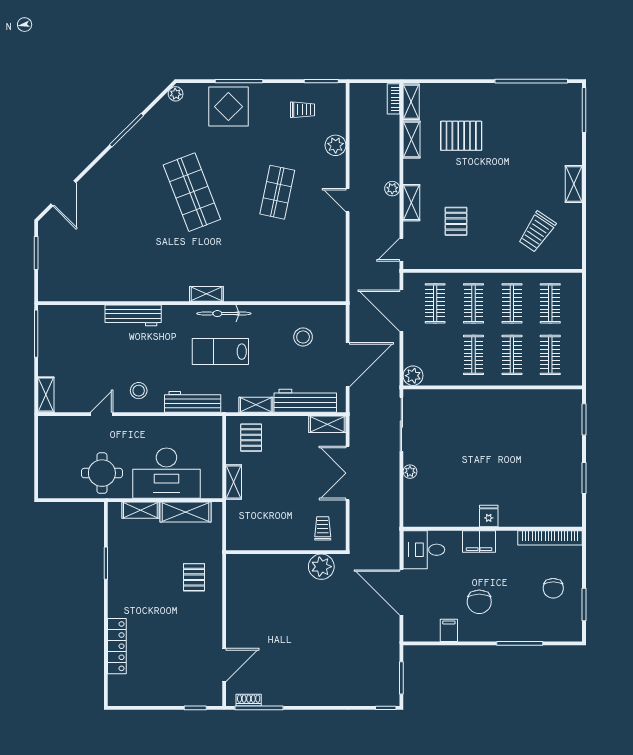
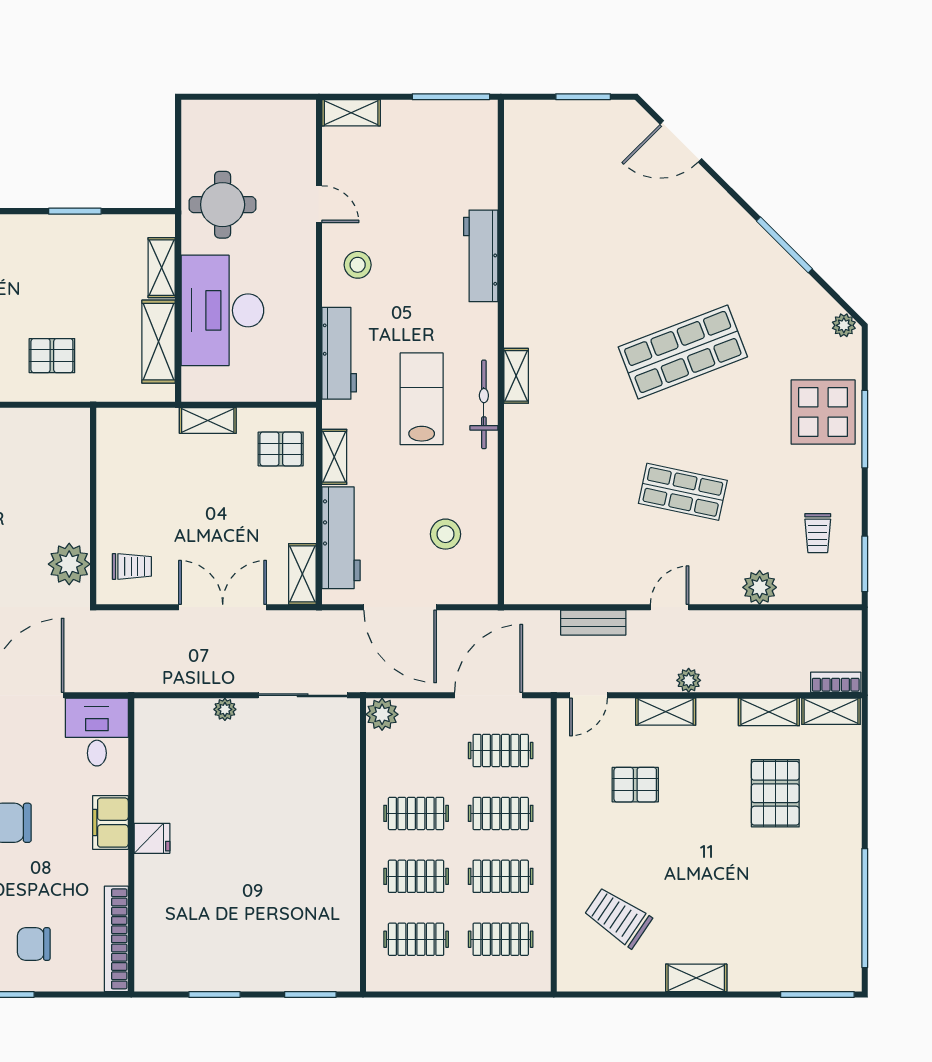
bench: (357, 247) -> (593, 623), added
door: (401, 250) -> (589, 695), swing flipped

